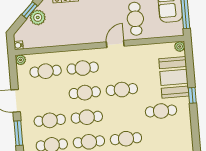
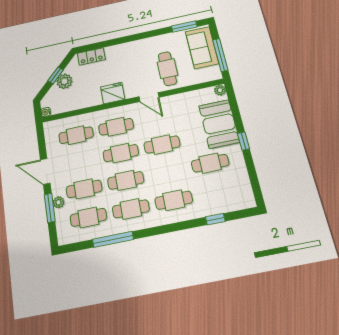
fridge: (82, 36) -> (113, 93), added
door: (115, 44) -> (149, 97), swing flipped
plant: (21, 60) -> (59, 202), moved

